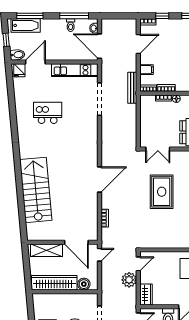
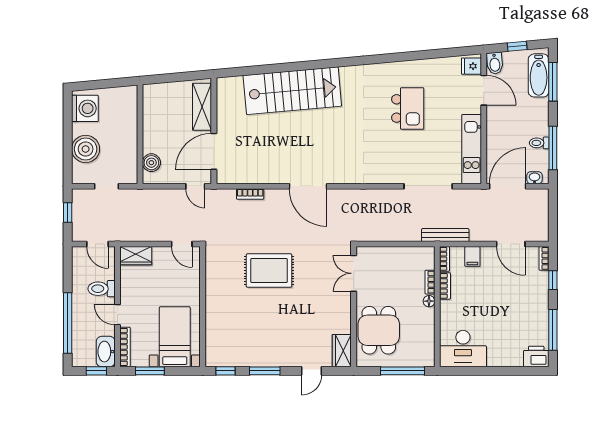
rug: (162, 192) -> (269, 271), moved
plant: (129, 280) -> (158, 230), removed
wardrobe: (54, 283) -> (153, 118), removed

